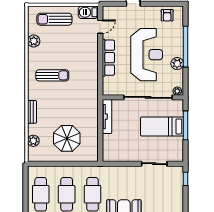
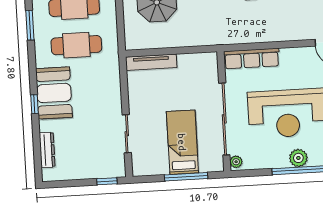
row of seats: (108, 58) -> (252, 58), moved
plant: (177, 64) -> (298, 158), moved
tv unit: (107, 117) -> (151, 62), moved

